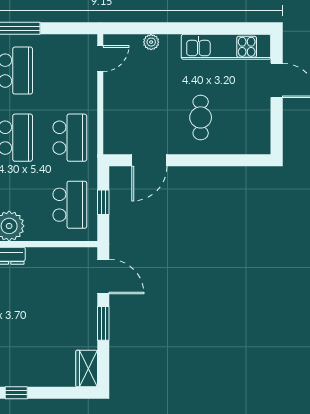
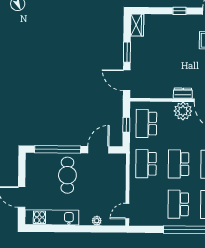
cafe table: (201, 117) -> (67, 175), width x1.37, depth x1.35
window: (217, 160) -> (58, 149), added

